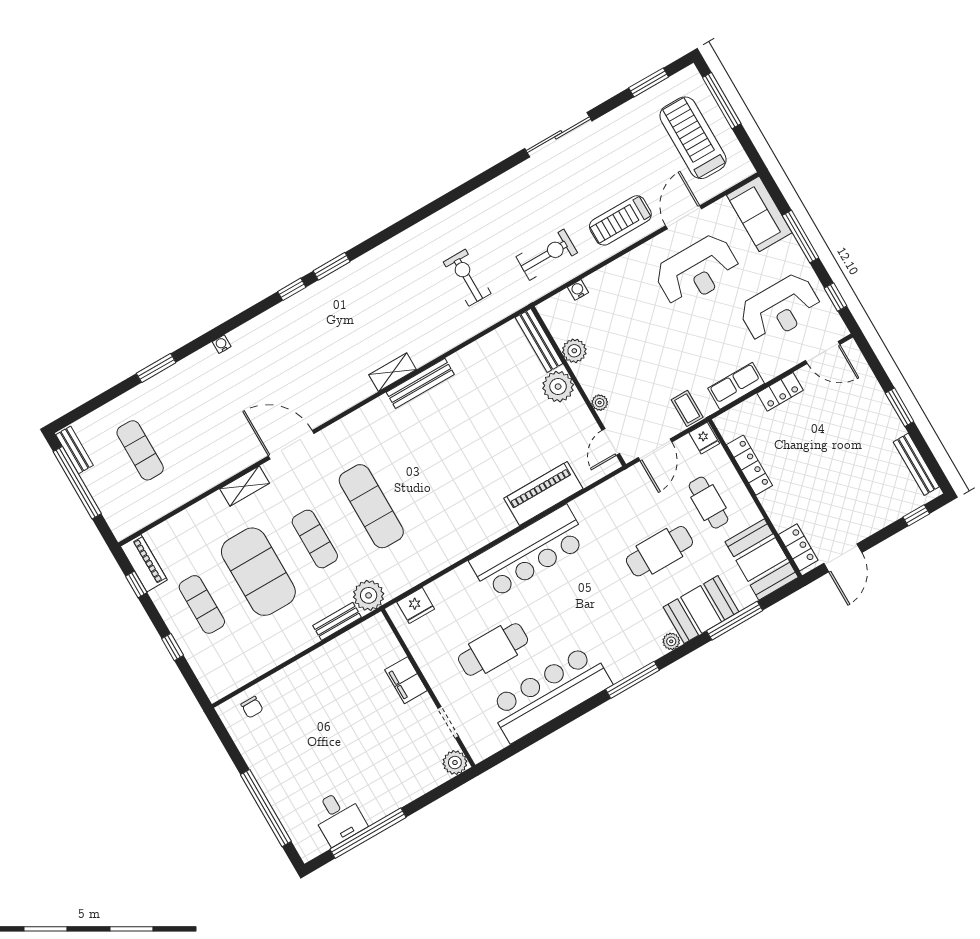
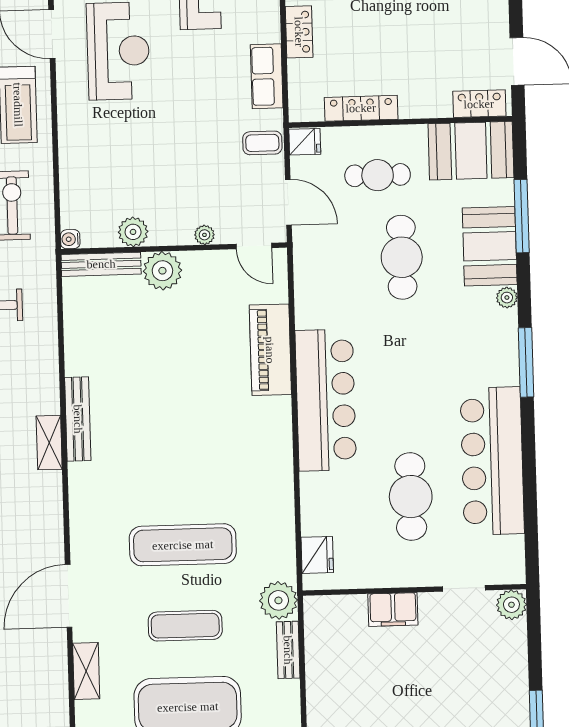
water cooler: (578, 290) -> (70, 239), moved

